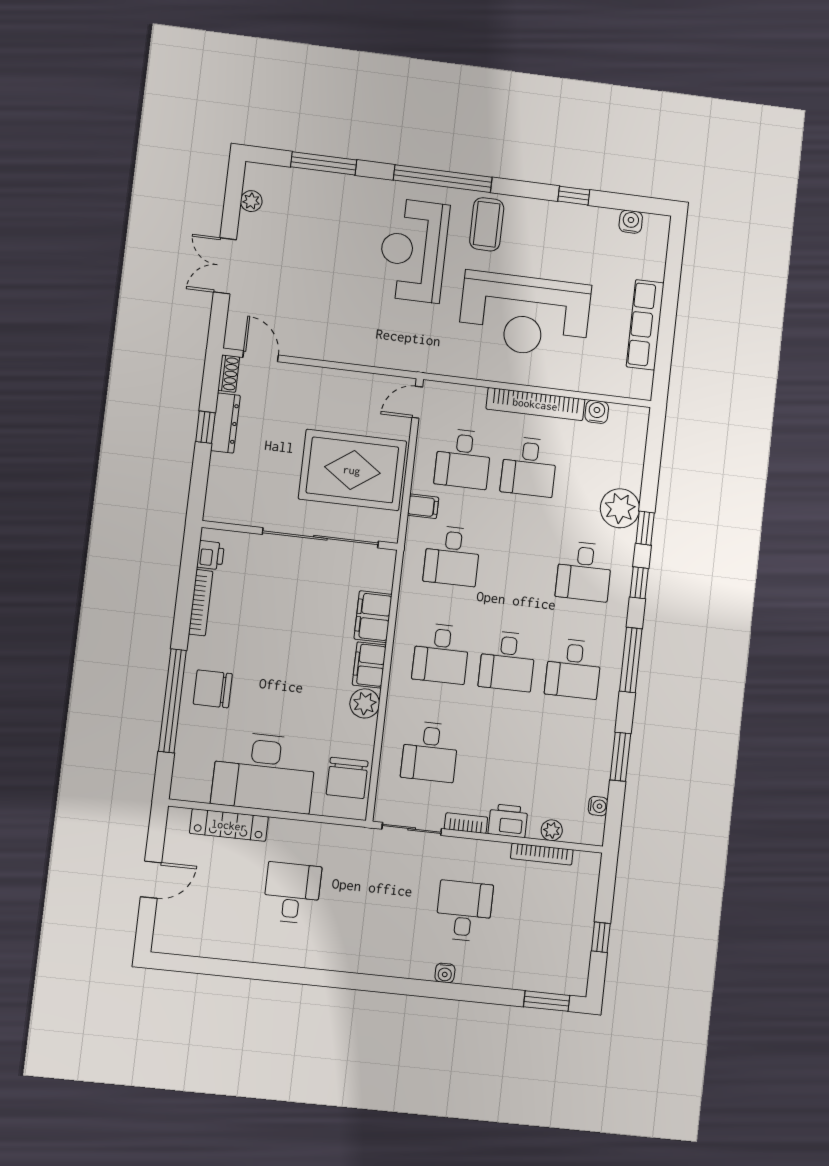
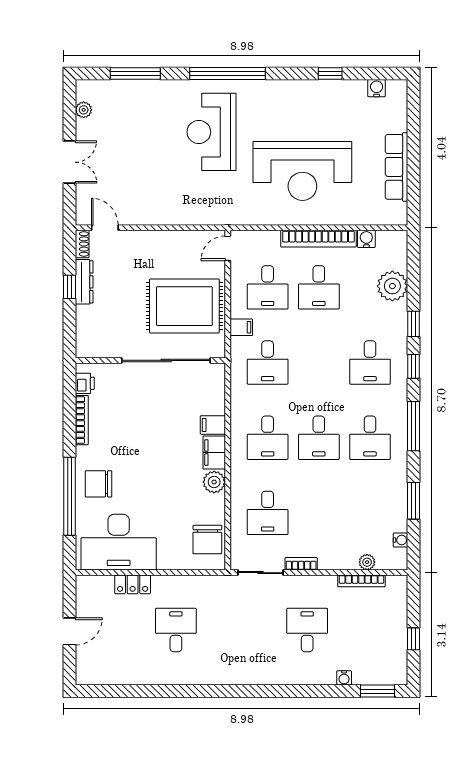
coffee table: (487, 224) -> (265, 105), removed
double door: (225, 266) -> (70, 162), swing flipped
plant: (620, 508) -> (392, 286), moved
filing cabinet: (373, 617) -> (213, 425), width x0.50
desk: (264, 772) -> (119, 542), moved
printer: (508, 821) -> (333, 558), removed
locker: (229, 825) -> (133, 584), width x0.66
water cooler: (445, 973) -> (344, 678), moved

